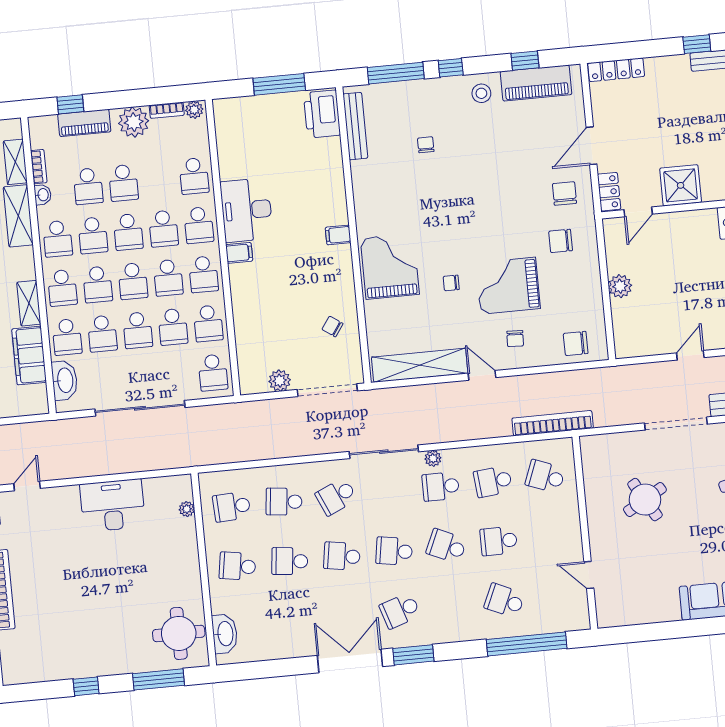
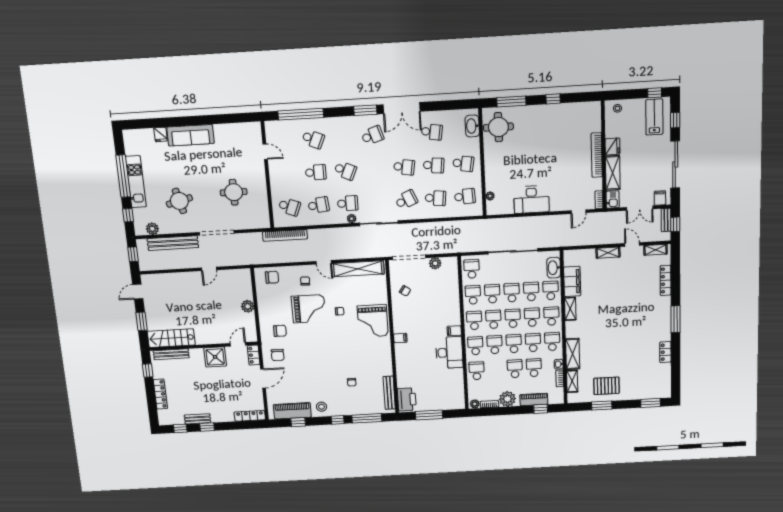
round table: (645, 500) -> (234, 192), turned 30
school desk: (394, 551) -> (432, 132), moved

